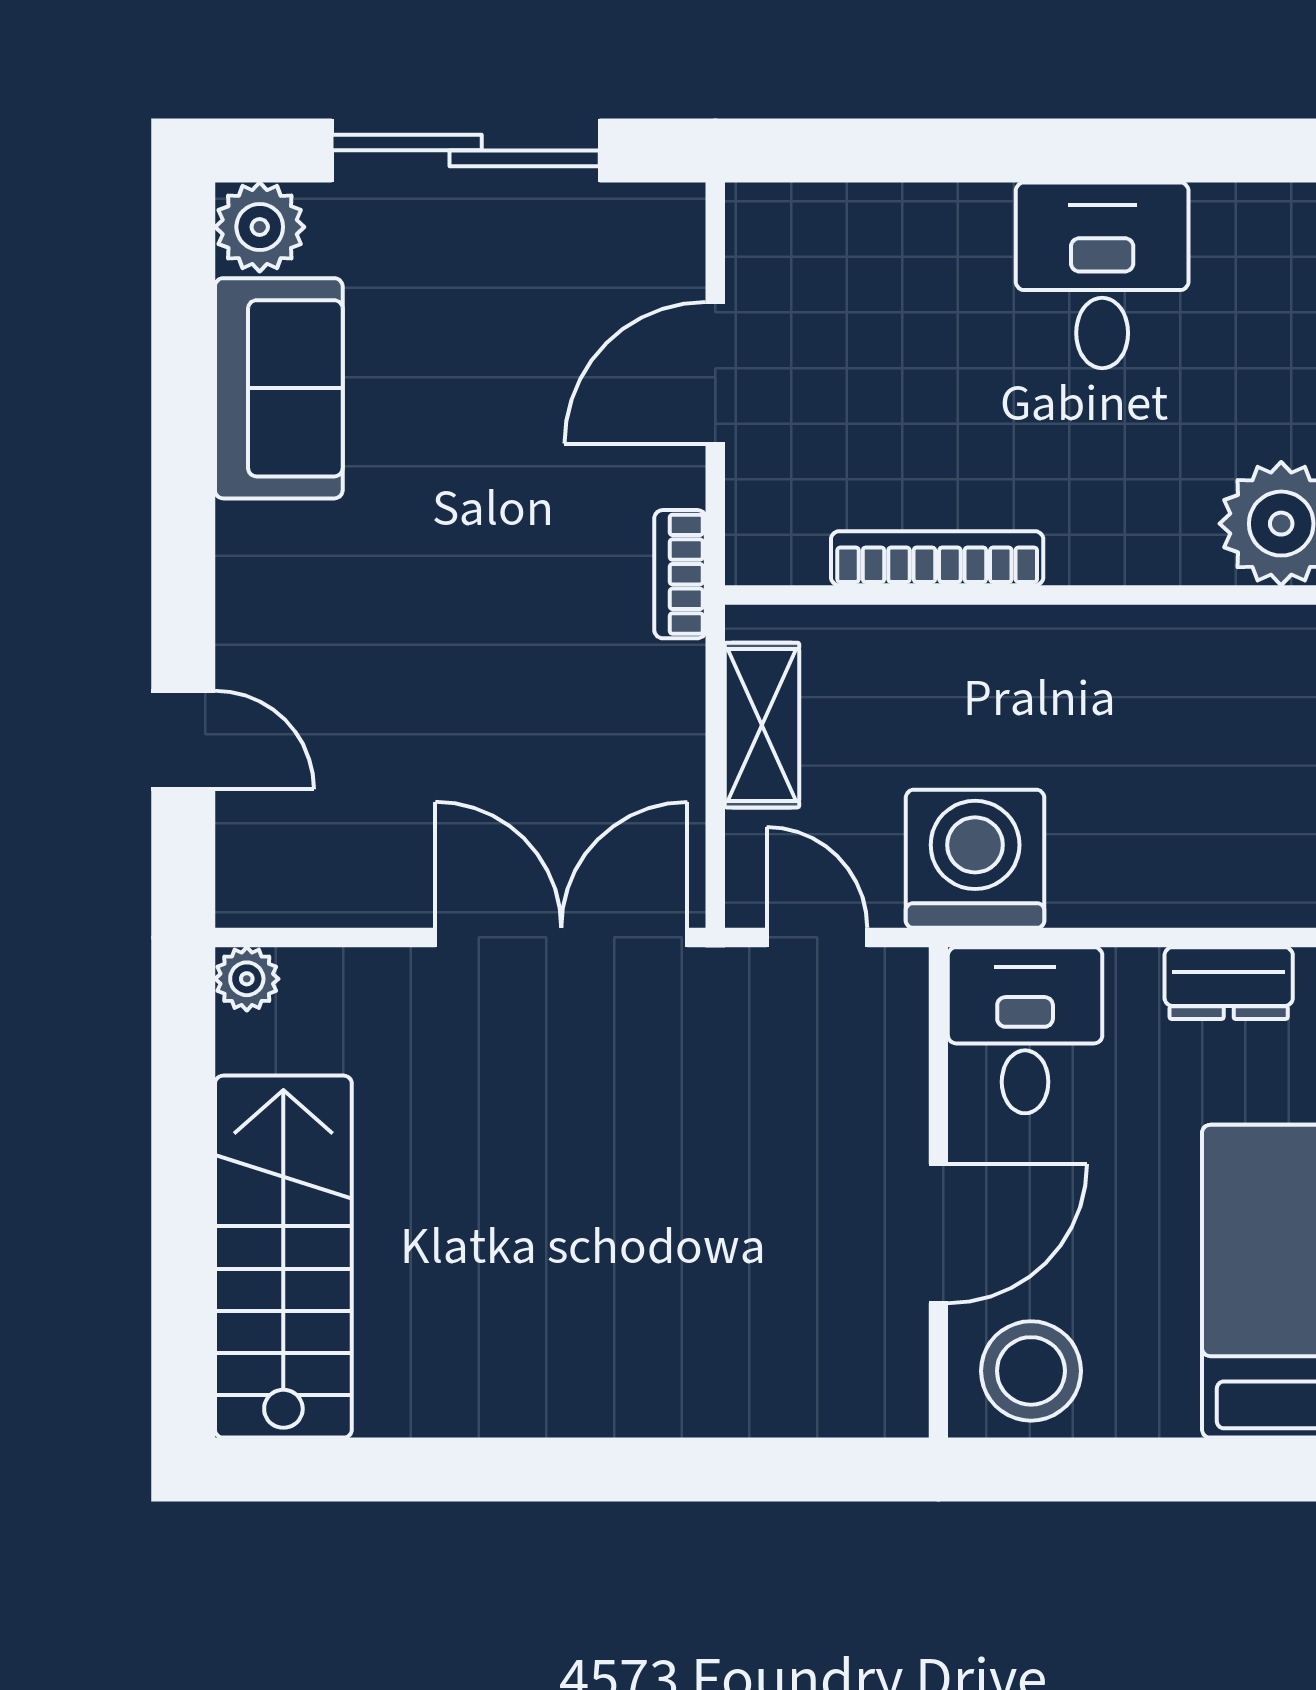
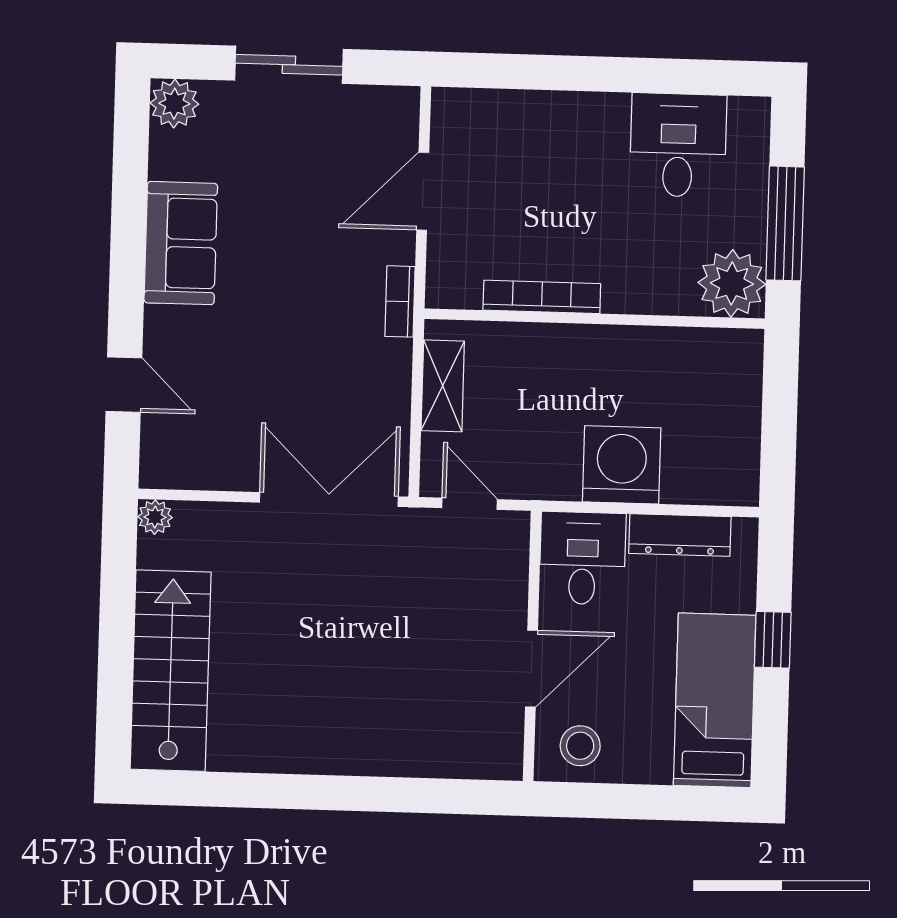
sliding door: (466, 150) -> (289, 65), width x0.73
desk: (1102, 275) -> (678, 145), moved
sofa: (279, 388) -> (181, 243), moved
washing machine: (975, 859) -> (622, 465), moved
dresser: (1229, 983) -> (680, 535), width x1.44
stool: (1031, 1371) -> (580, 746), width x0.73, depth x0.73

